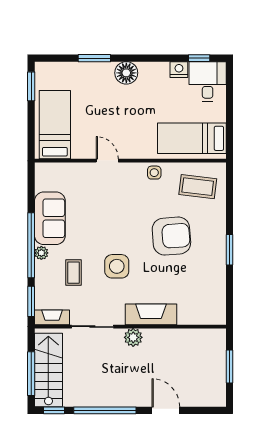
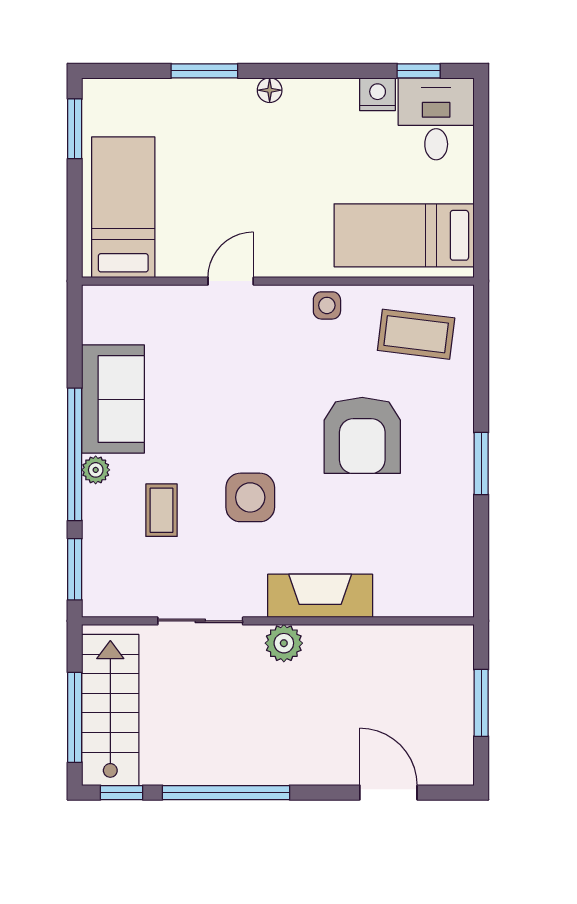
floor lamp: (126, 73) -> (270, 90), width x0.53, depth x0.53
door: (107, 161) -> (231, 281), hinge flipped
armchair: (171, 236) -> (362, 435), turned 94
fireplace: (52, 317) -> (117, 602), removed
door: (166, 410) -> (388, 793), moved

